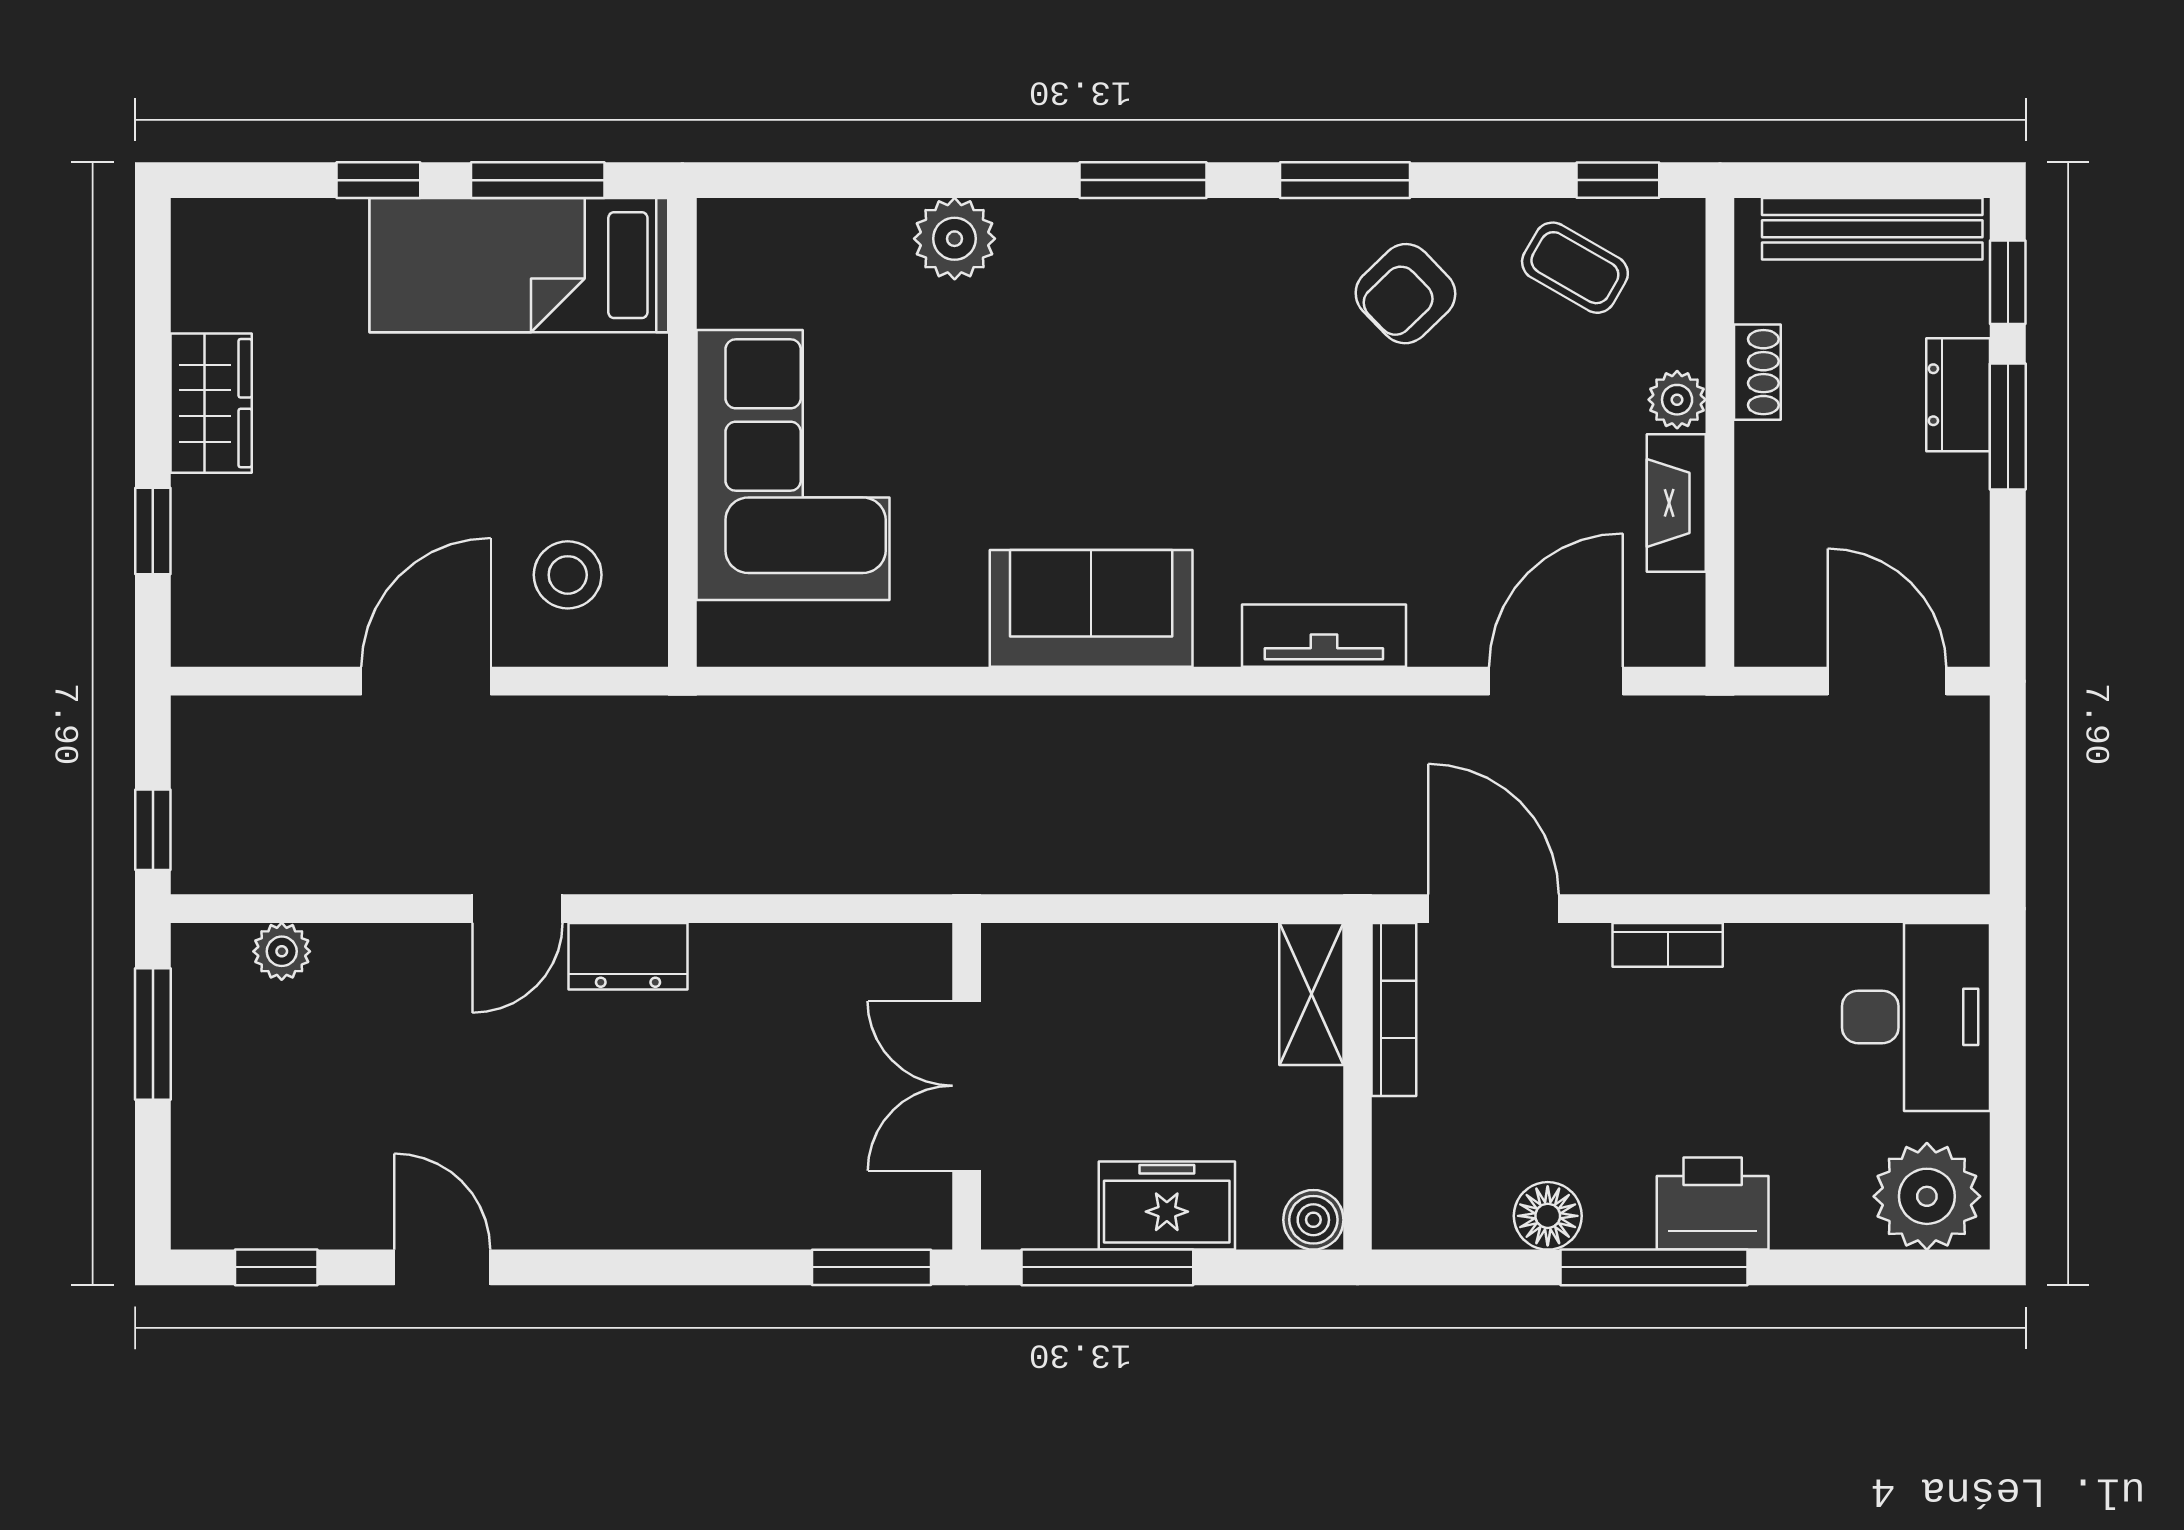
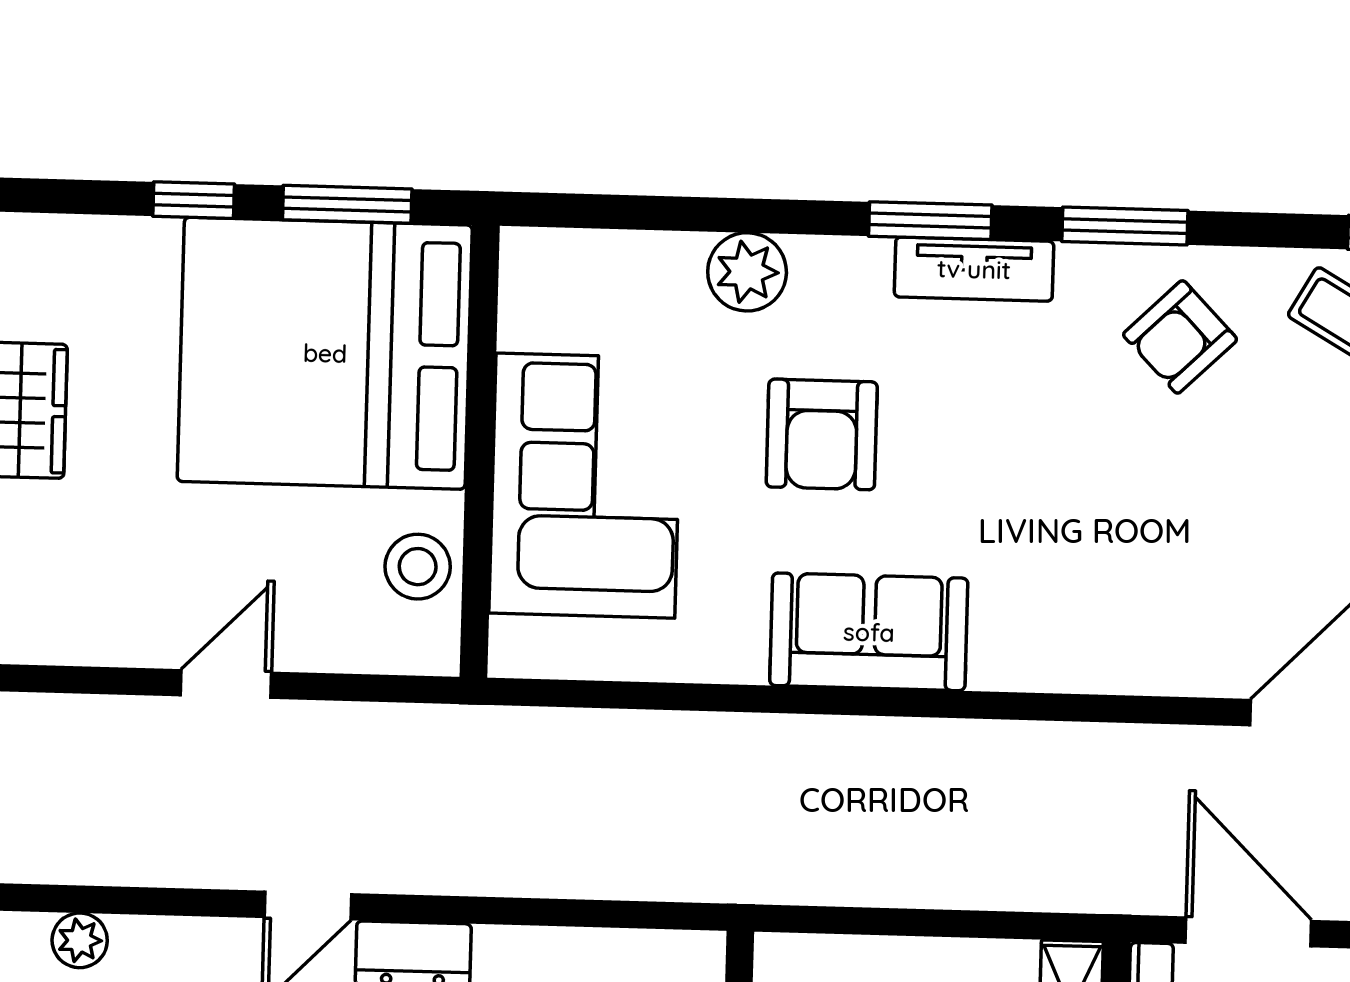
bed: (519, 265) -> (325, 353), width x2.04
armchair: (1037, 405) -> (822, 434), added
stool: (568, 575) -> (418, 567), moved
tv unit: (1324, 636) -> (974, 269), moved, turned 180
door: (426, 681) -> (226, 684), width x0.73

